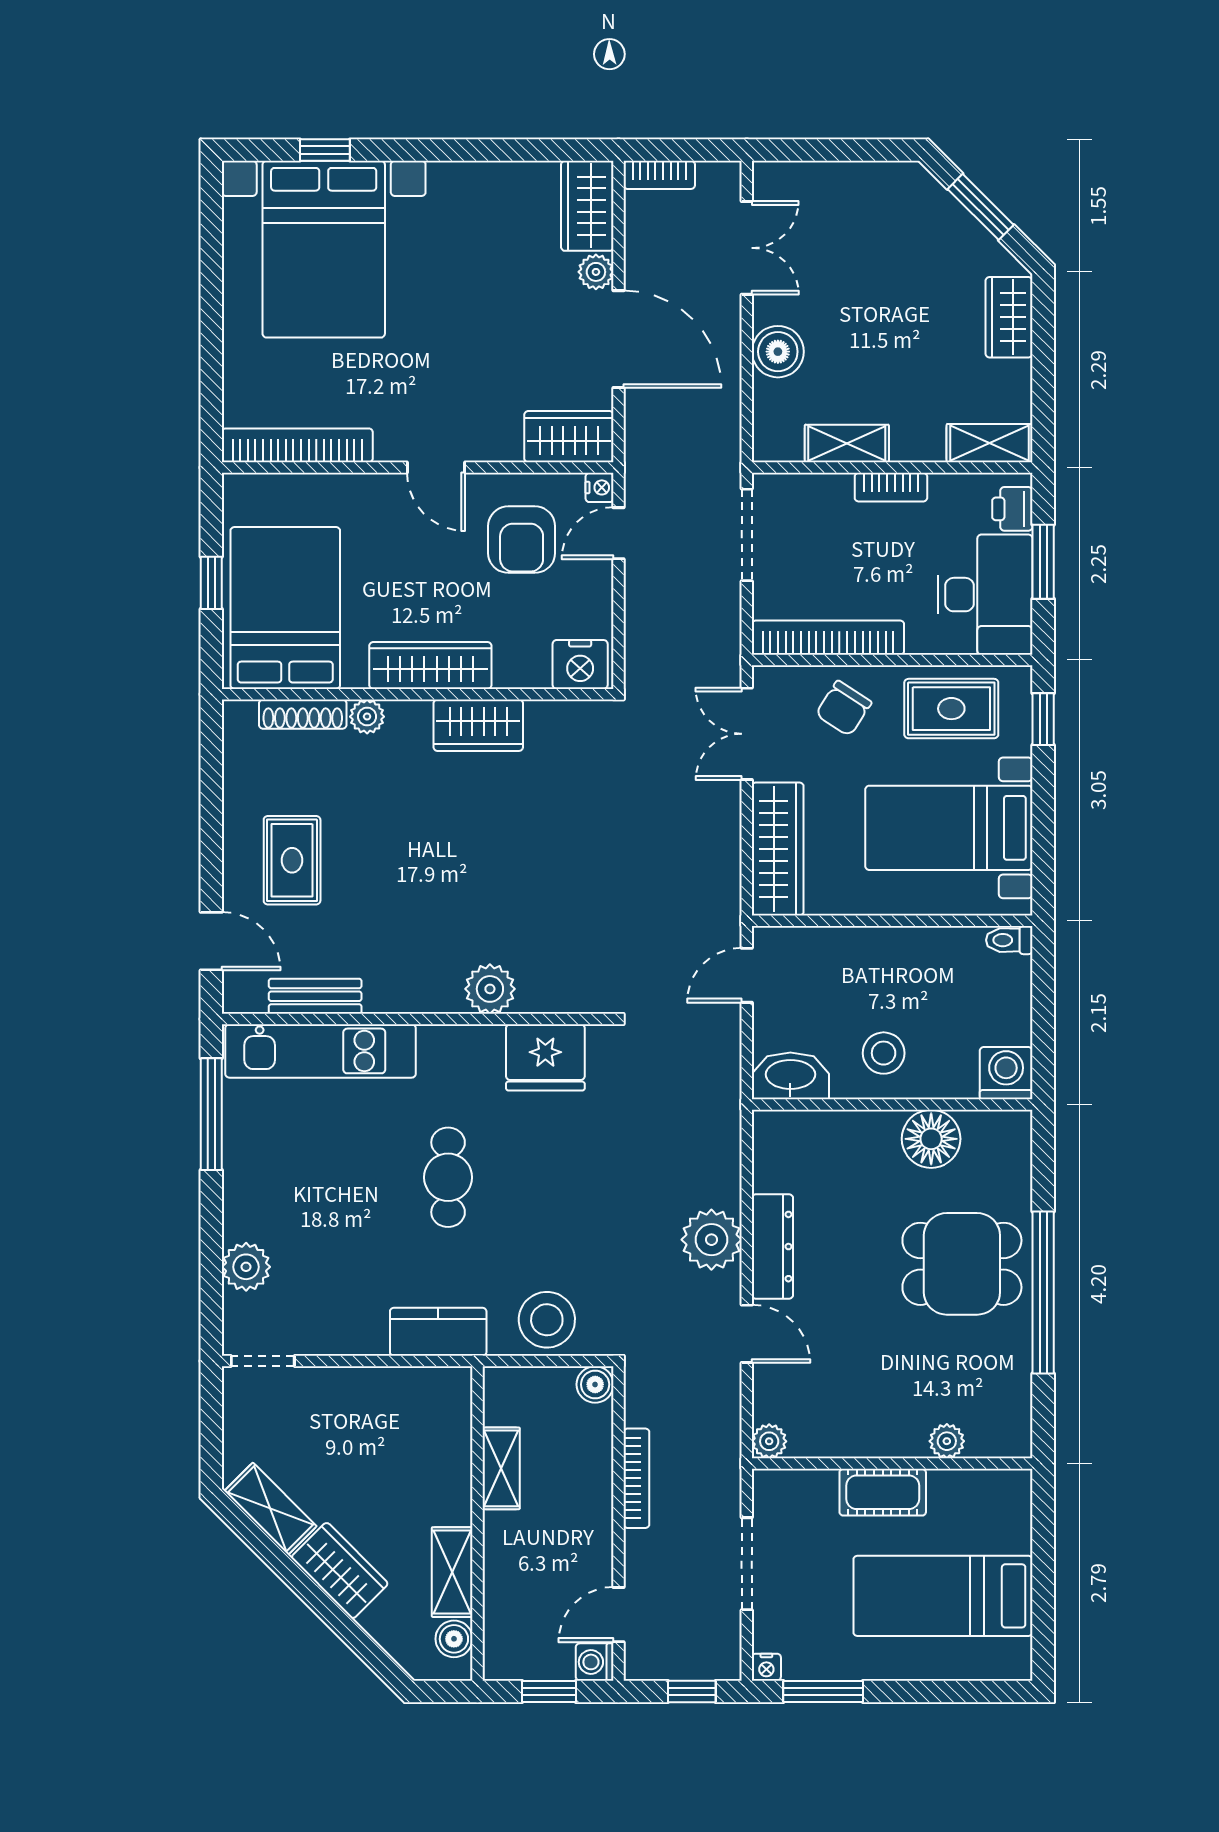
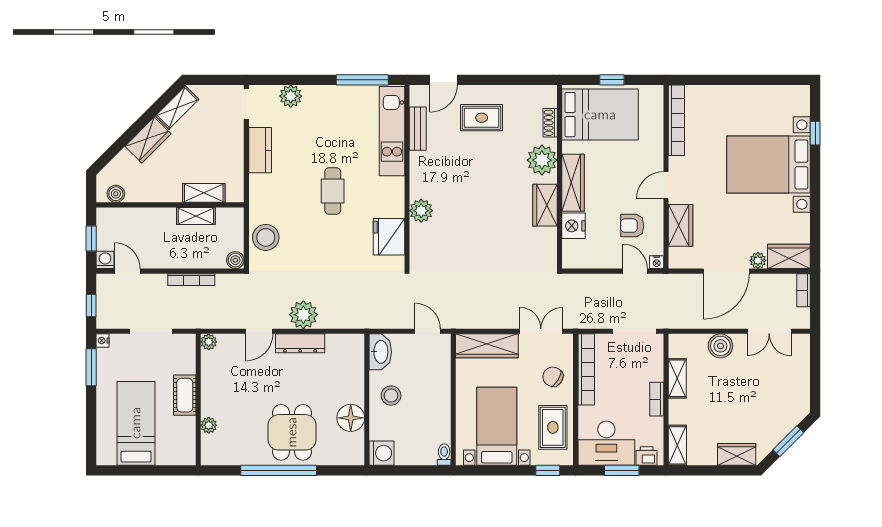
bed with nightstands: (324, 249) -> (769, 165), moved
wardrobe: (569, 437) -> (681, 225), moved
armchair: (522, 540) -> (632, 226), width x0.72, depth x0.72
nightstand: (580, 664) -> (574, 226), moved
shoe rack: (303, 714) -> (550, 123), width x0.70
plant: (367, 717) -> (542, 160), width x1.88, depth x1.88
cafe table: (448, 1177) -> (333, 191), turned 90
kitchen counter: (438, 1332) -> (260, 150), moved
shelving: (452, 1572) -> (204, 193), moved

